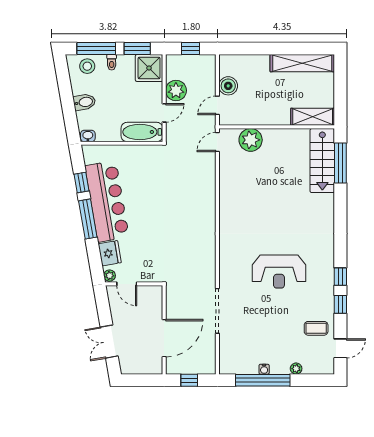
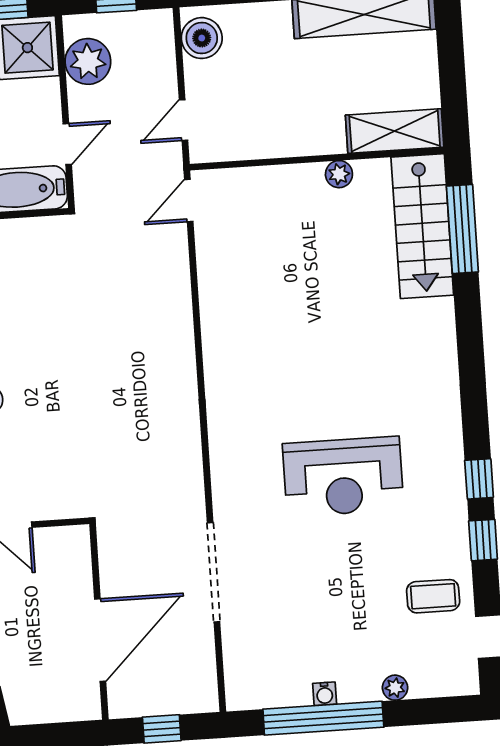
boiler: (228, 86) -> (202, 38), moved
plant: (176, 91) -> (88, 61), moved
plant: (251, 140) -> (339, 174), moved, width x0.53, depth x0.53

